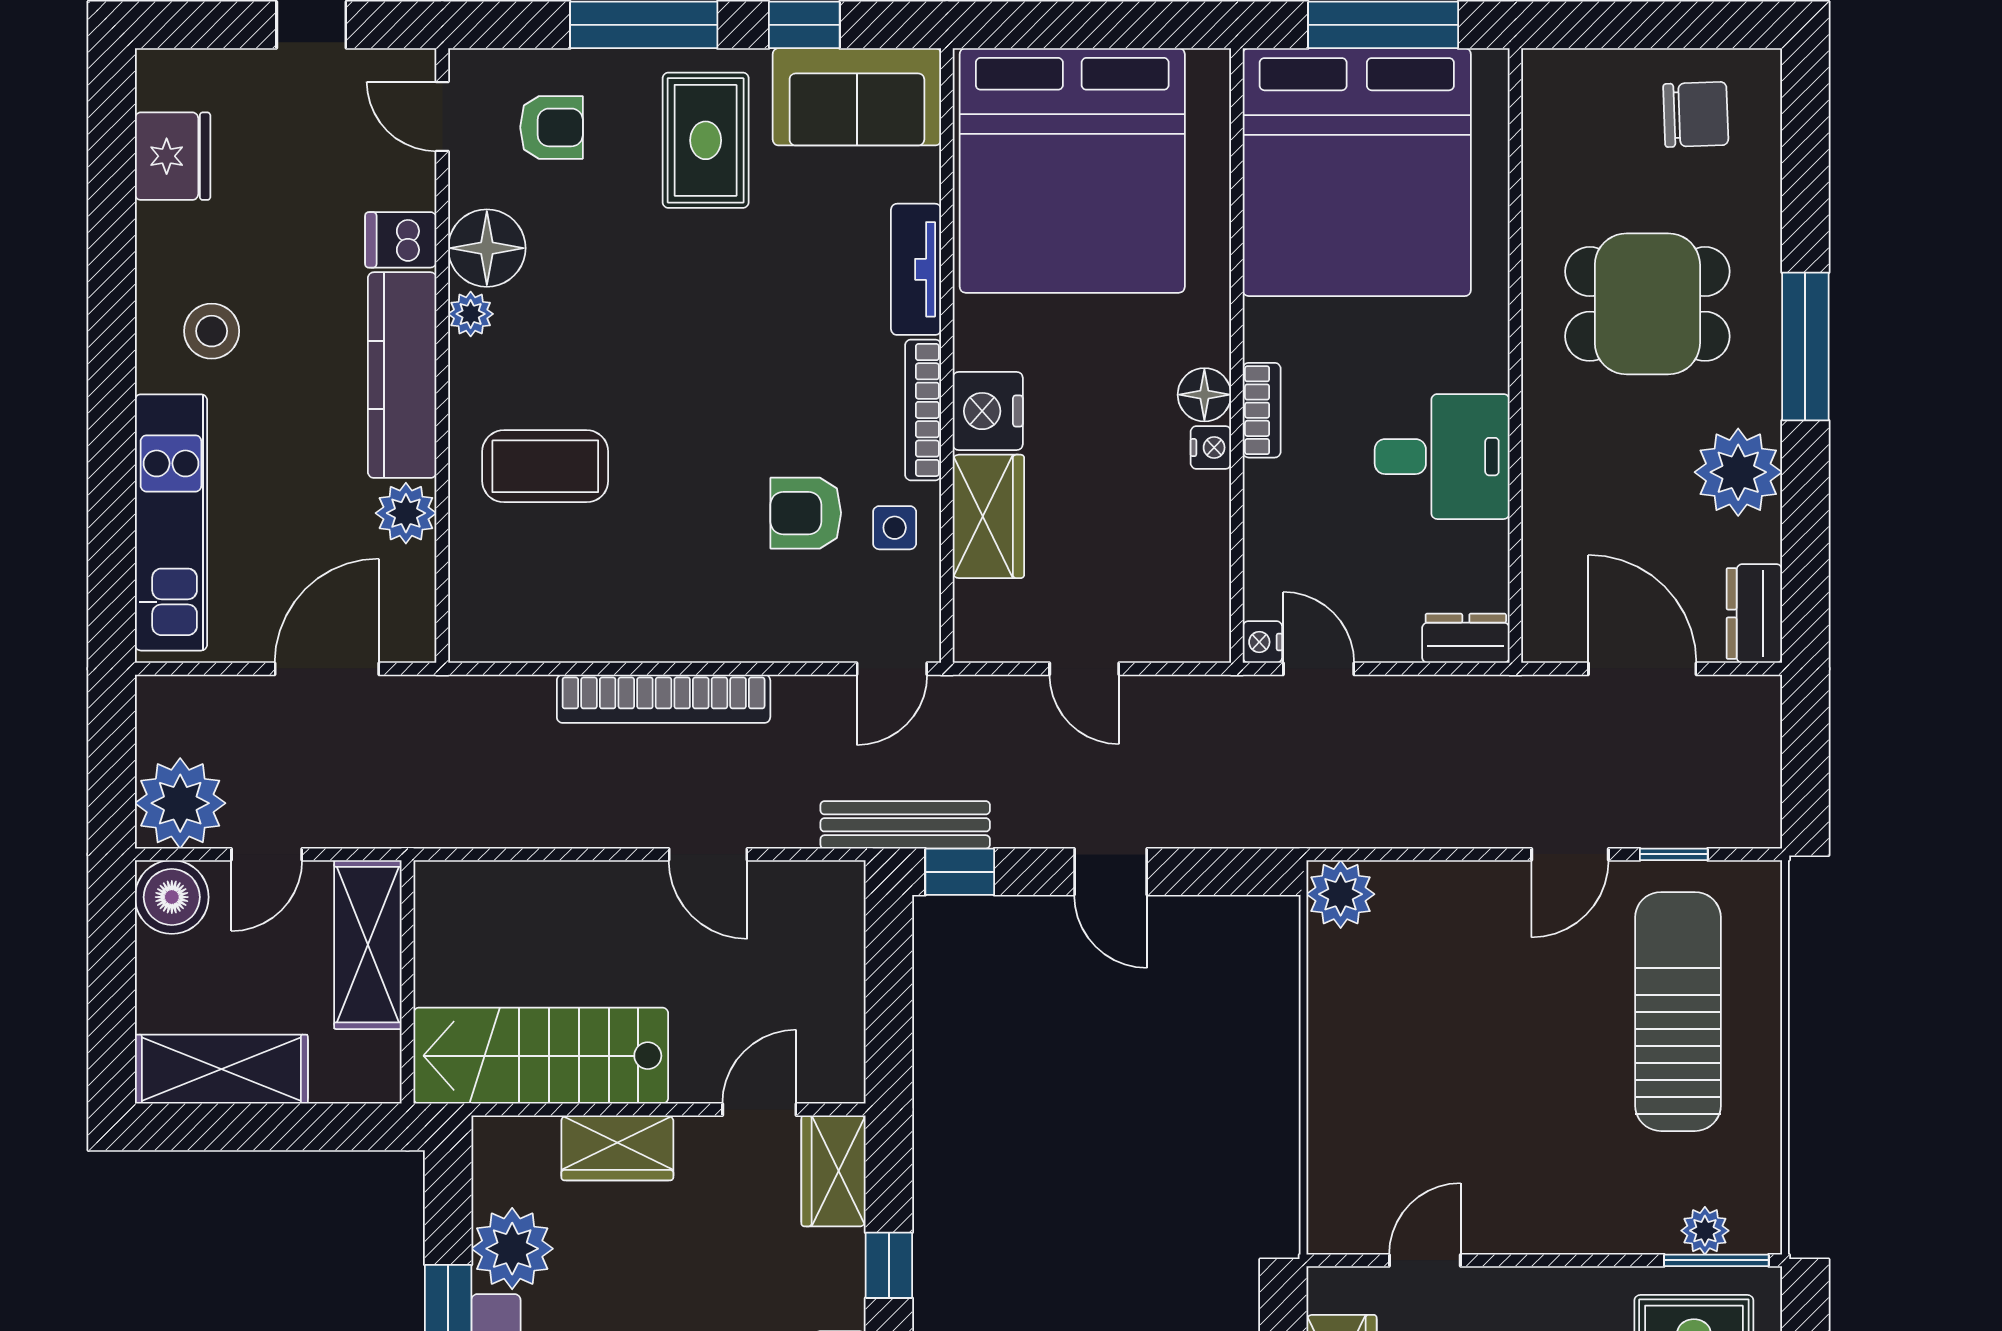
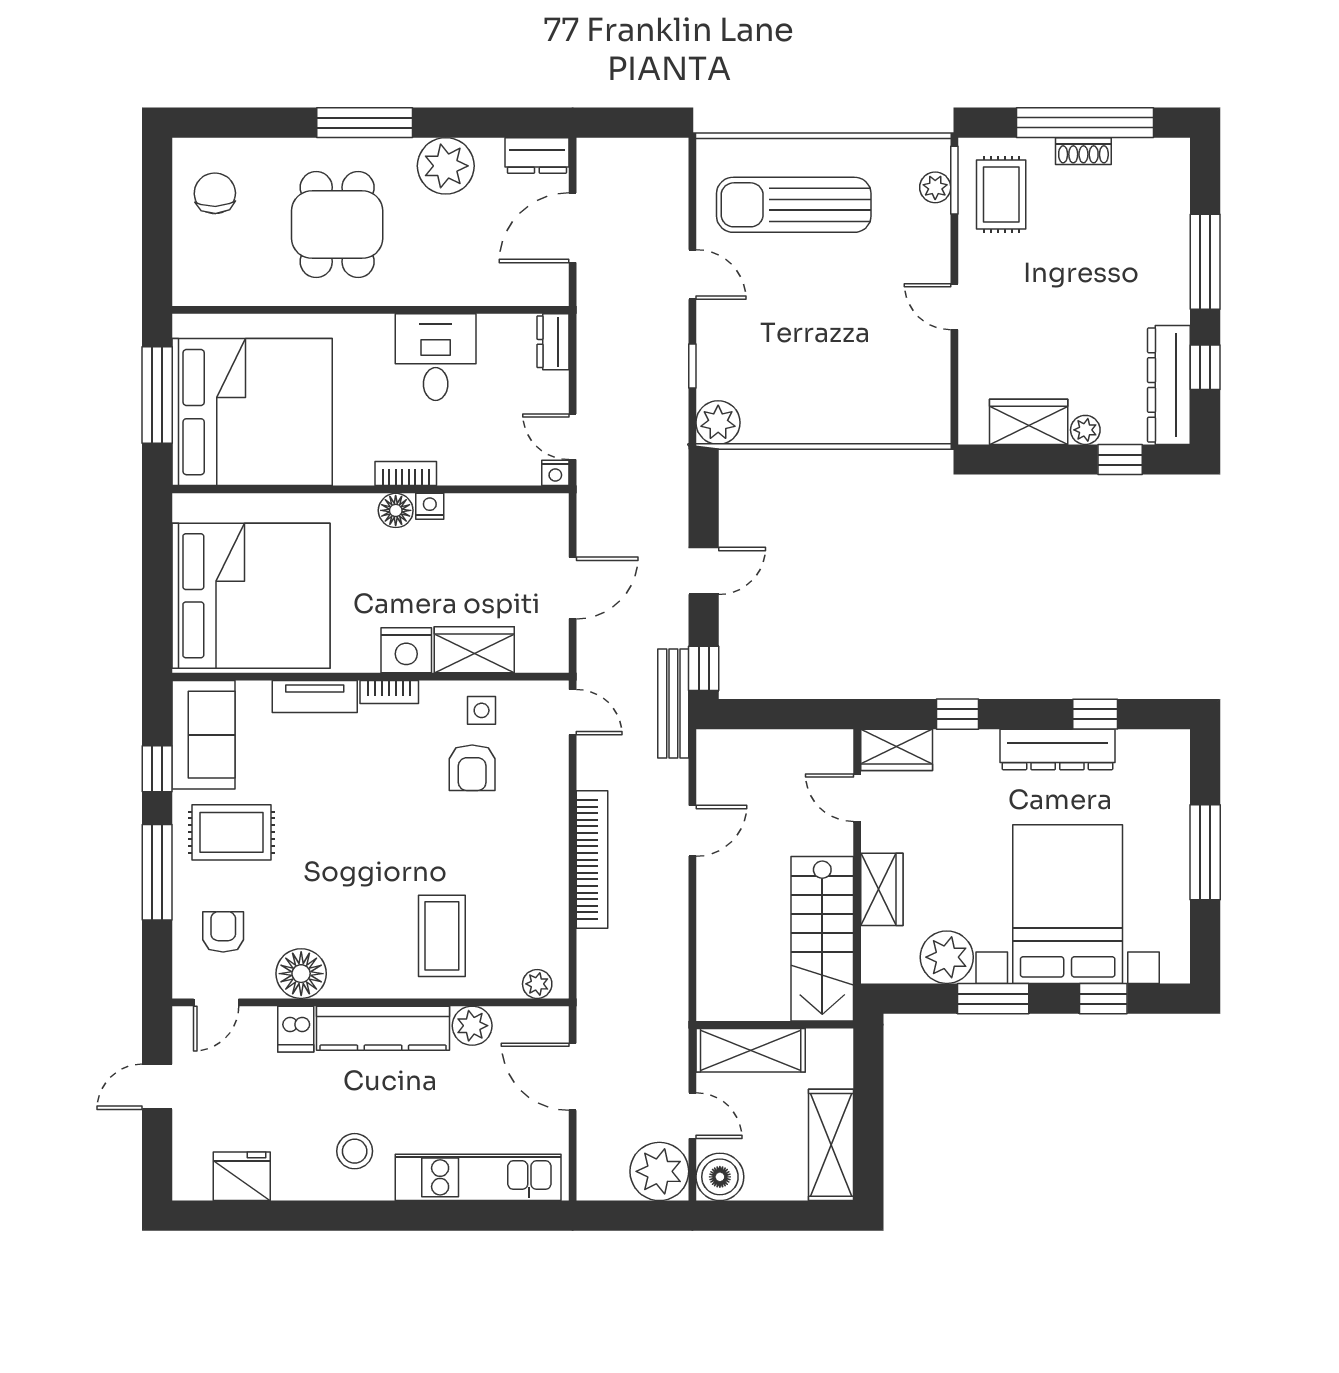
plant: (471, 314) -> (537, 984), moved
bookcase: (923, 410) -> (389, 692), width x0.64
door: (1084, 669) -> (573, 588), width x1.38
door: (1319, 669) -> (573, 437), hinge flipped
window: (1674, 854) -> (692, 366), moved
door: (1425, 1260) -> (954, 307), moved

